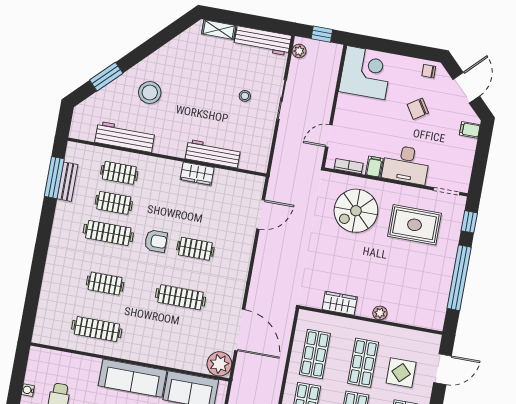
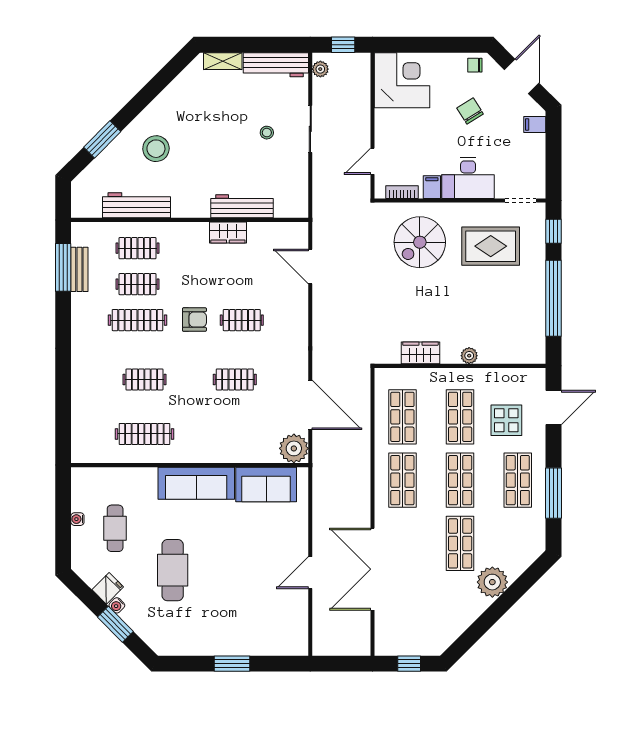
chair: (418, 109) -> (470, 111), turned 91
door: (261, 214) -> (310, 267), swing flipped
clothes rail: (181, 297) -> (235, 379), width x0.73

